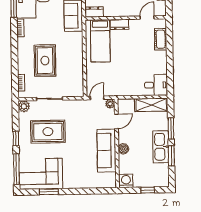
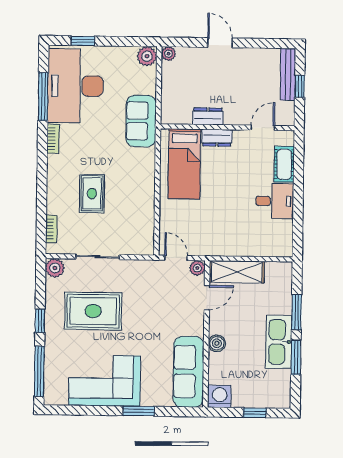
dresser: (94, 12) -> (208, 116), moved
rug: (45, 61) -> (92, 194), width x0.73, depth x0.70
desk: (156, 85) -> (275, 201), moved
door: (97, 98) -> (176, 258), hinge flipped
shelving: (151, 105) -> (237, 272), moved
sofa: (106, 151) -> (189, 372), moved
corner sofa: (41, 174) -> (105, 381), moved
window: (49, 192) -> (139, 411), moved

